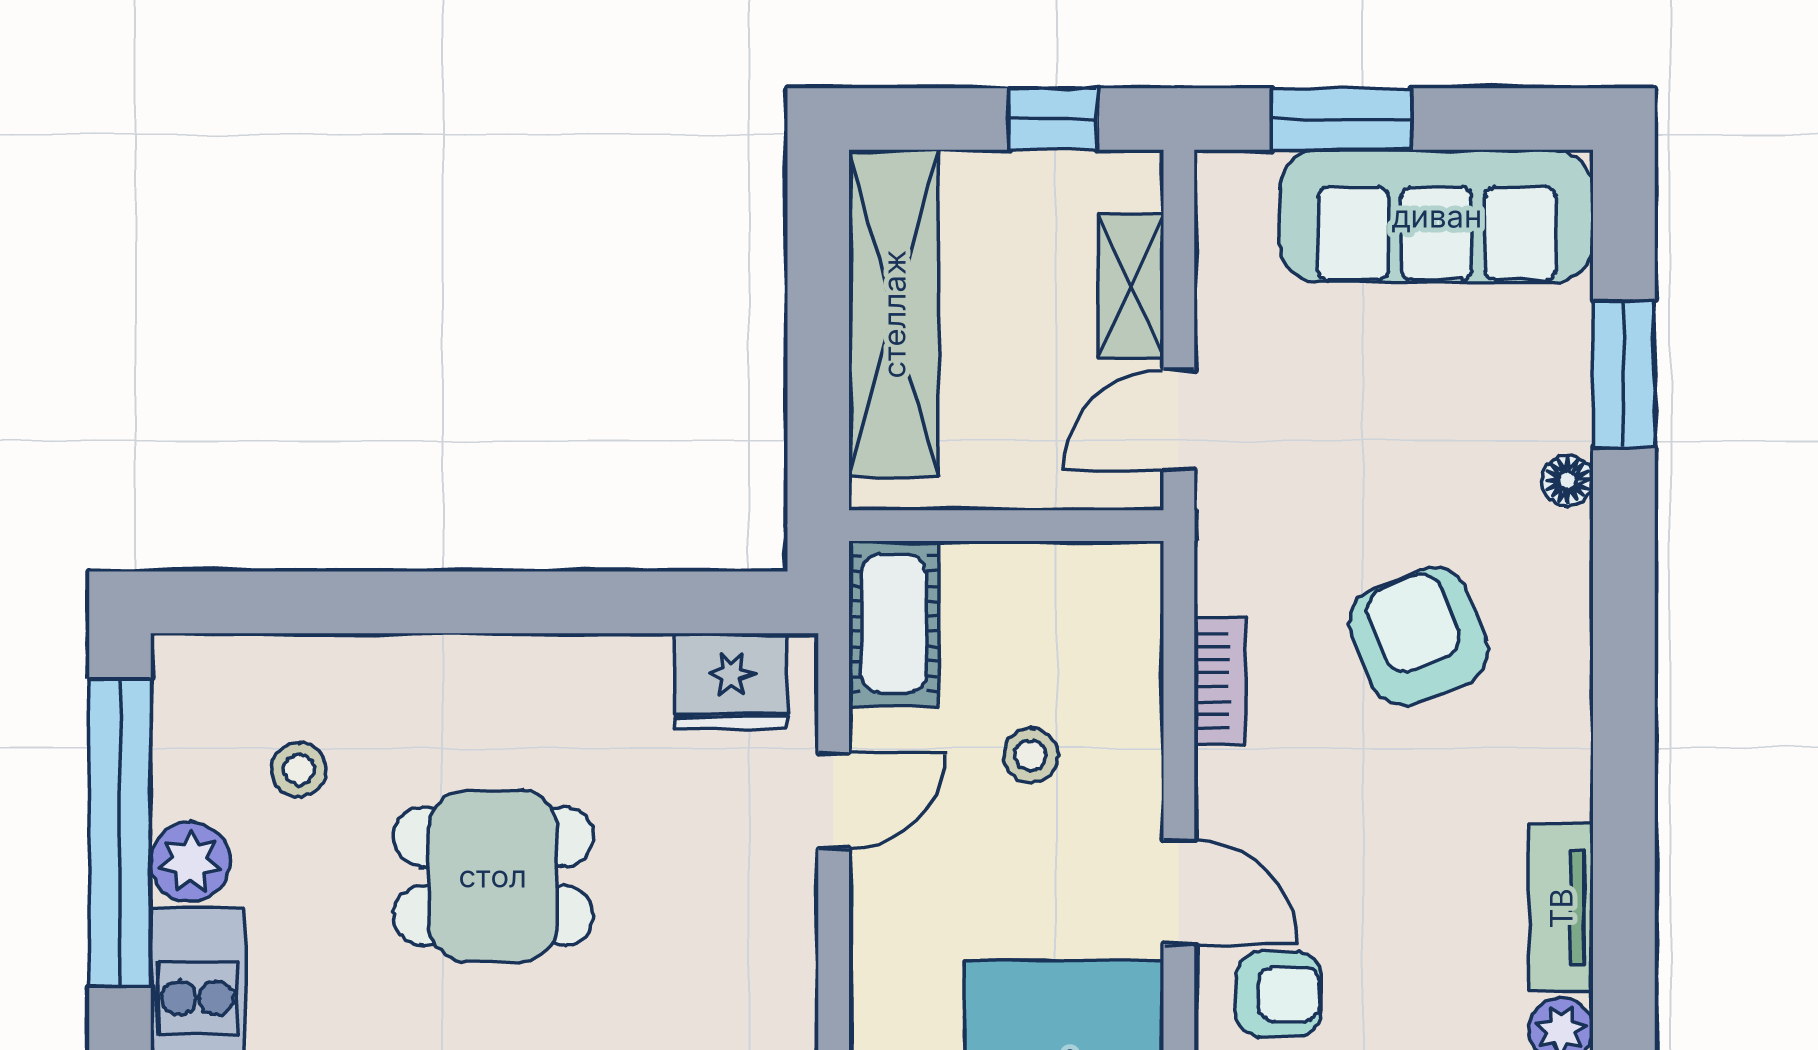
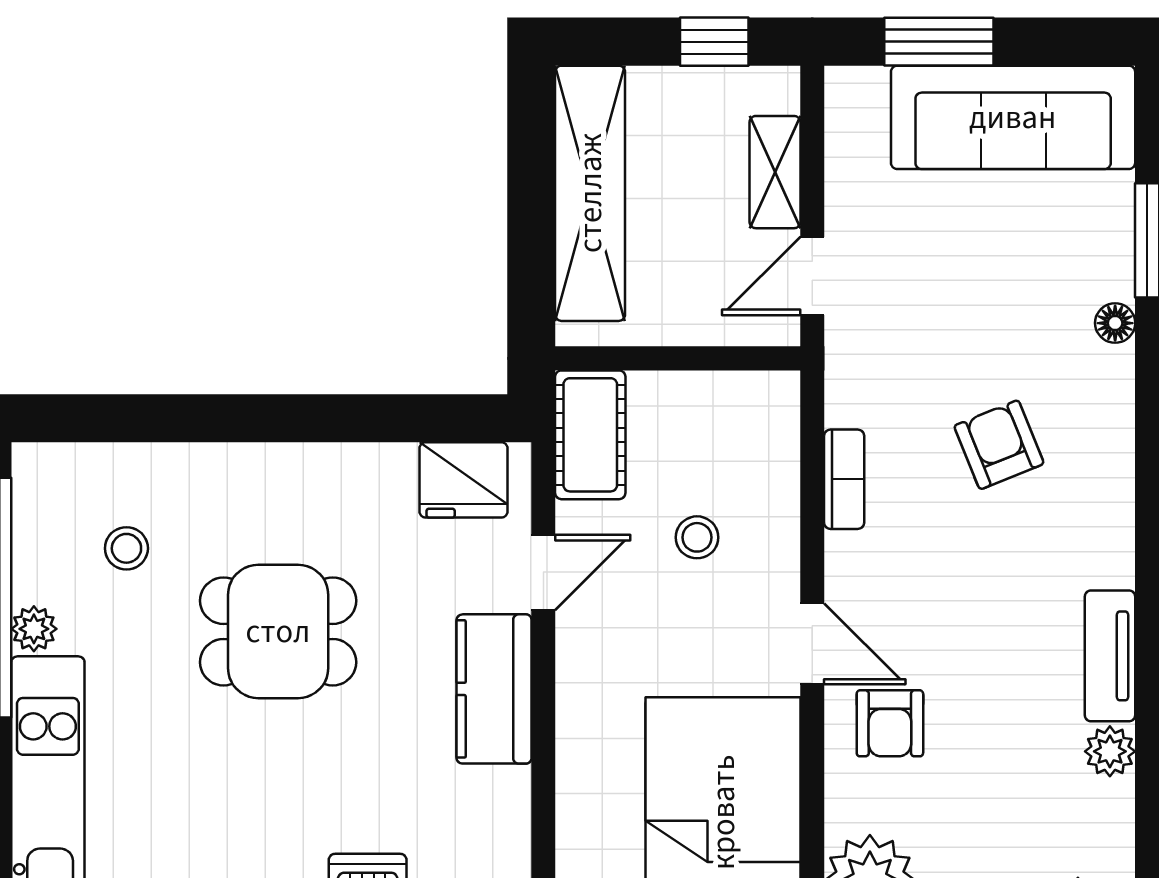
armchair: (1419, 636) -> (999, 445), width x0.72, depth x0.72
plant: (191, 862) -> (34, 629), width x0.73, depth x0.73
kitchen counter: (770, 950) -> (494, 689), added
armchair: (1279, 994) -> (890, 723), turned 90

